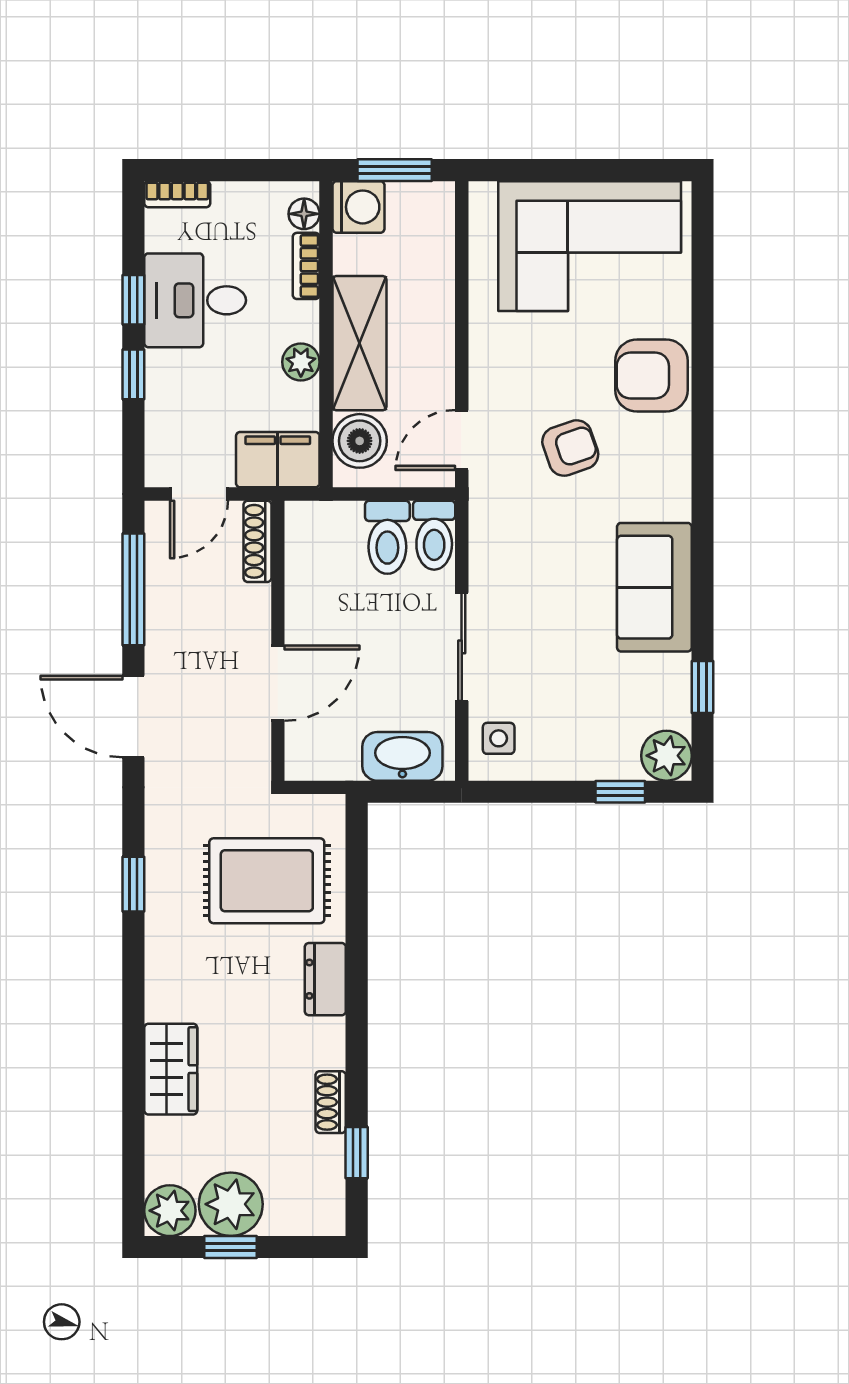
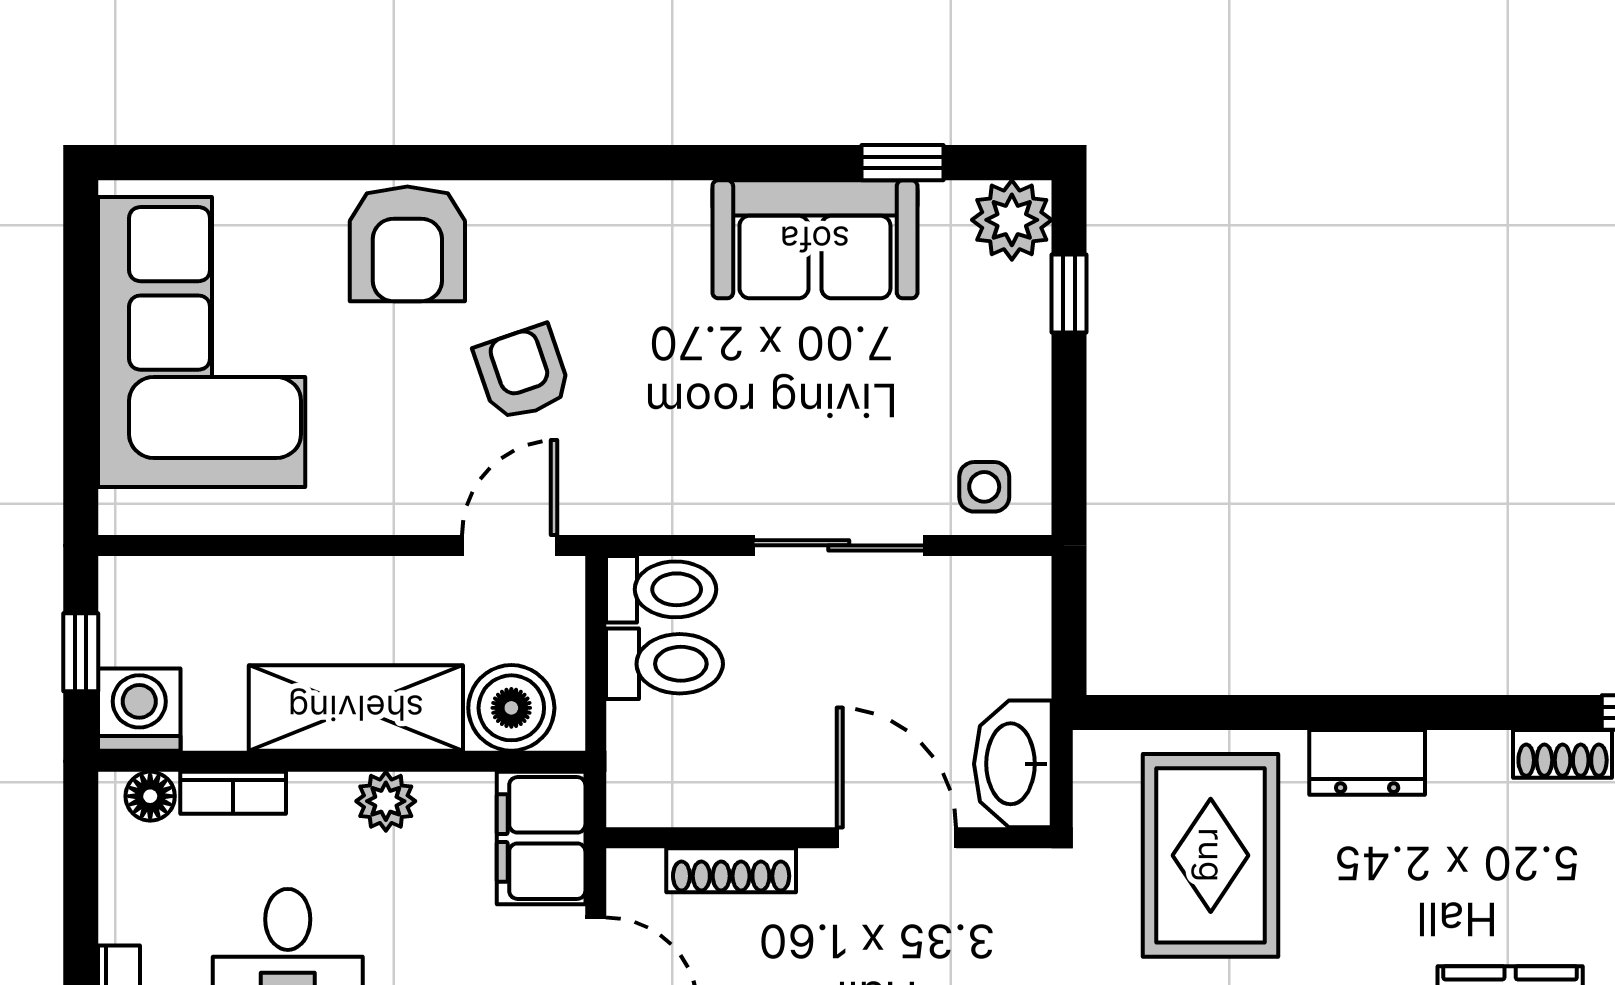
window: (395, 170) -> (81, 652), width x0.67
door: (462, 440) -> (510, 545), swing flipped
shoe rack: (257, 541) -> (731, 870), moved
sofa: (654, 587) -> (815, 239), moved
washbasin: (402, 756) -> (1013, 764), moved

